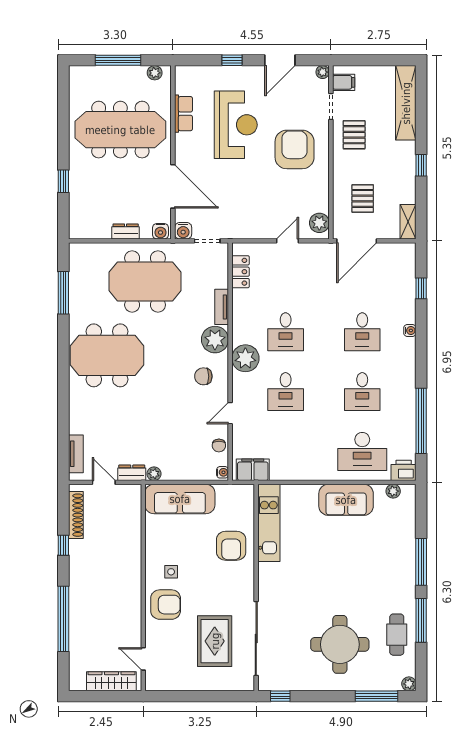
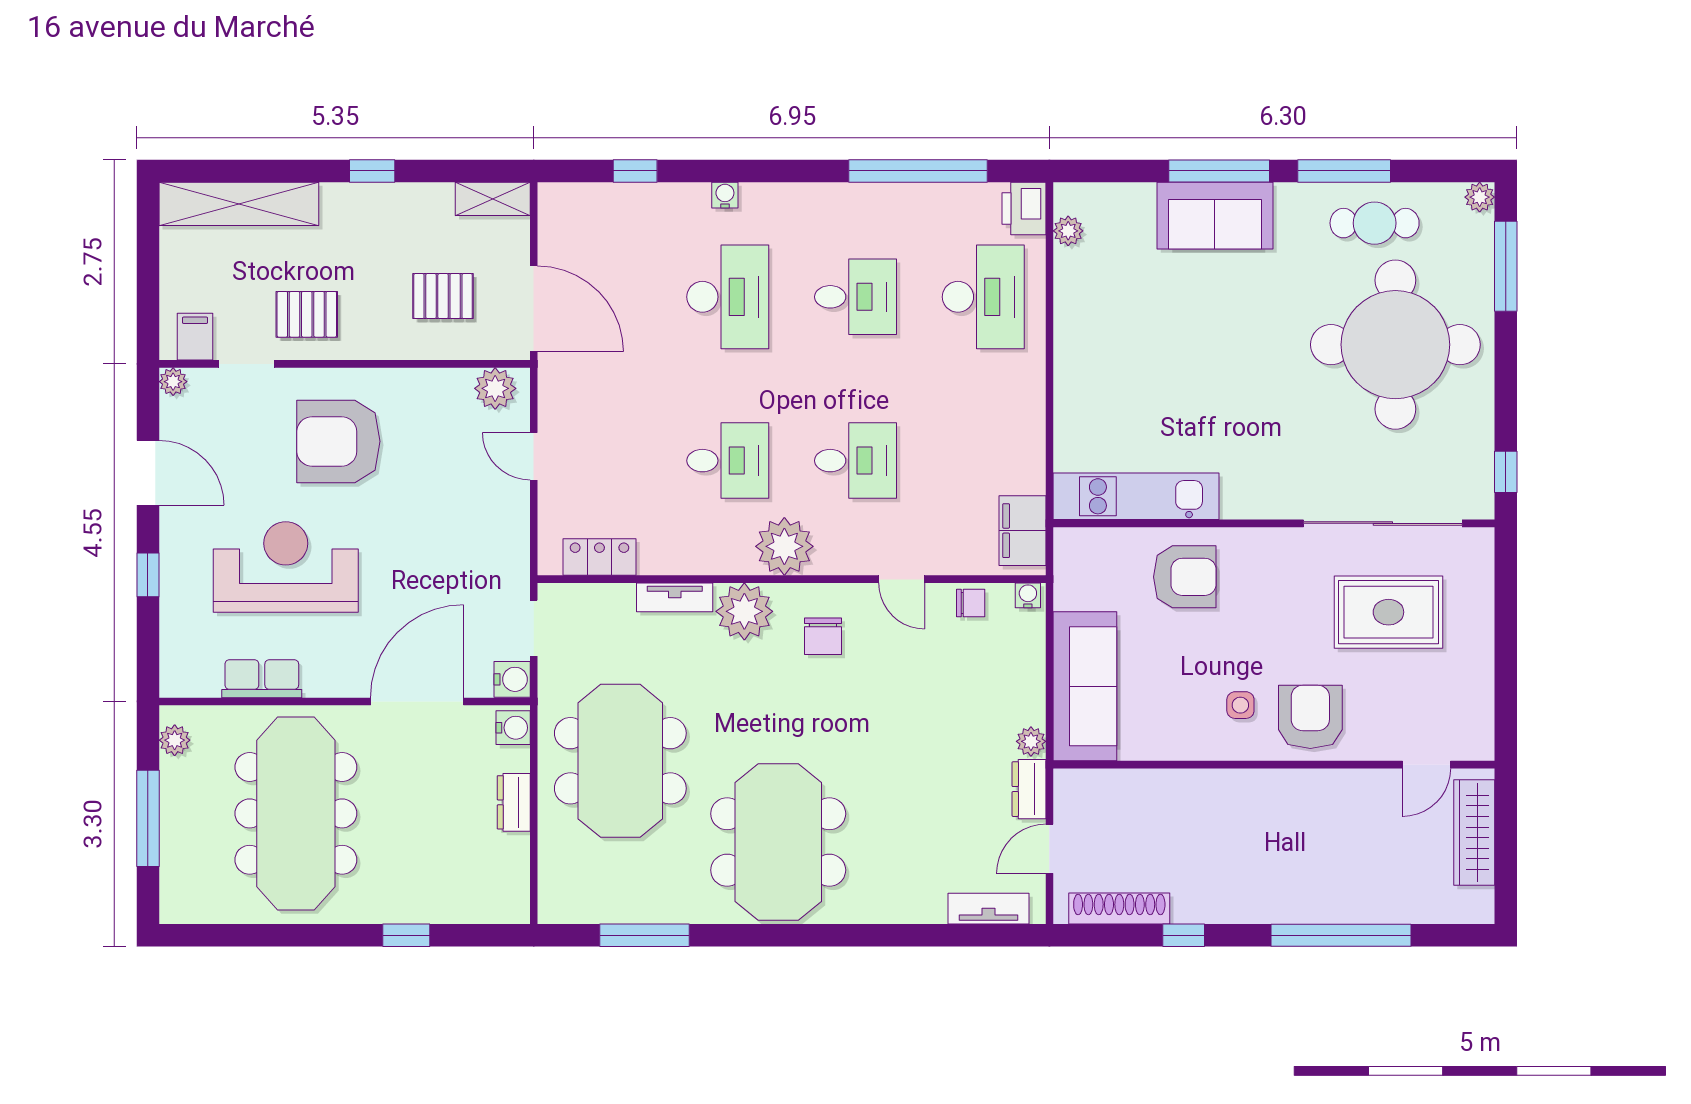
desk: (362, 332) -> (728, 297), width x1.37
sofa: (346, 500) -> (1215, 216), moved, turned 90
round table: (340, 644) -> (1395, 345), width x1.36, depth x1.36

